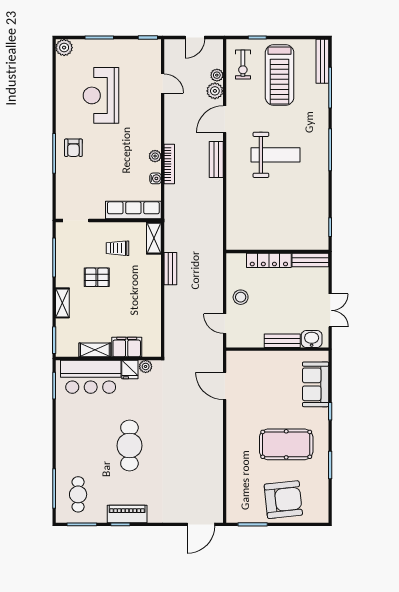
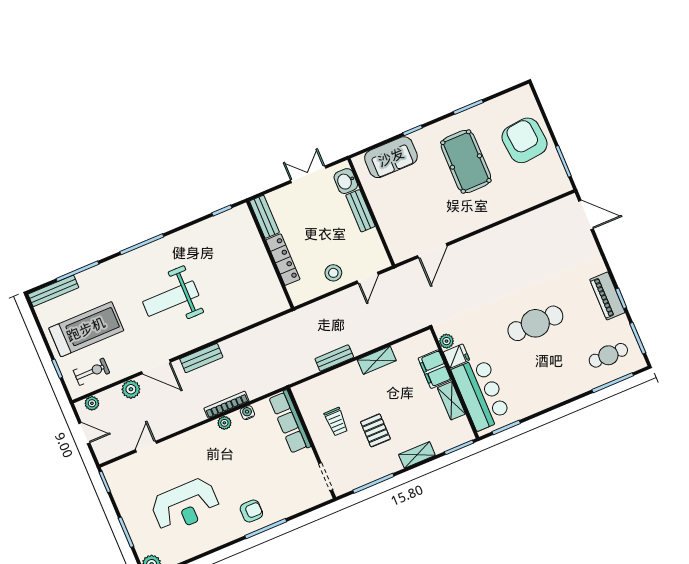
plant: (217, 75) -> (92, 403), moved
weight bench: (276, 155) -> (171, 299), turned -90
shelving: (154, 238) -> (377, 360), moved

